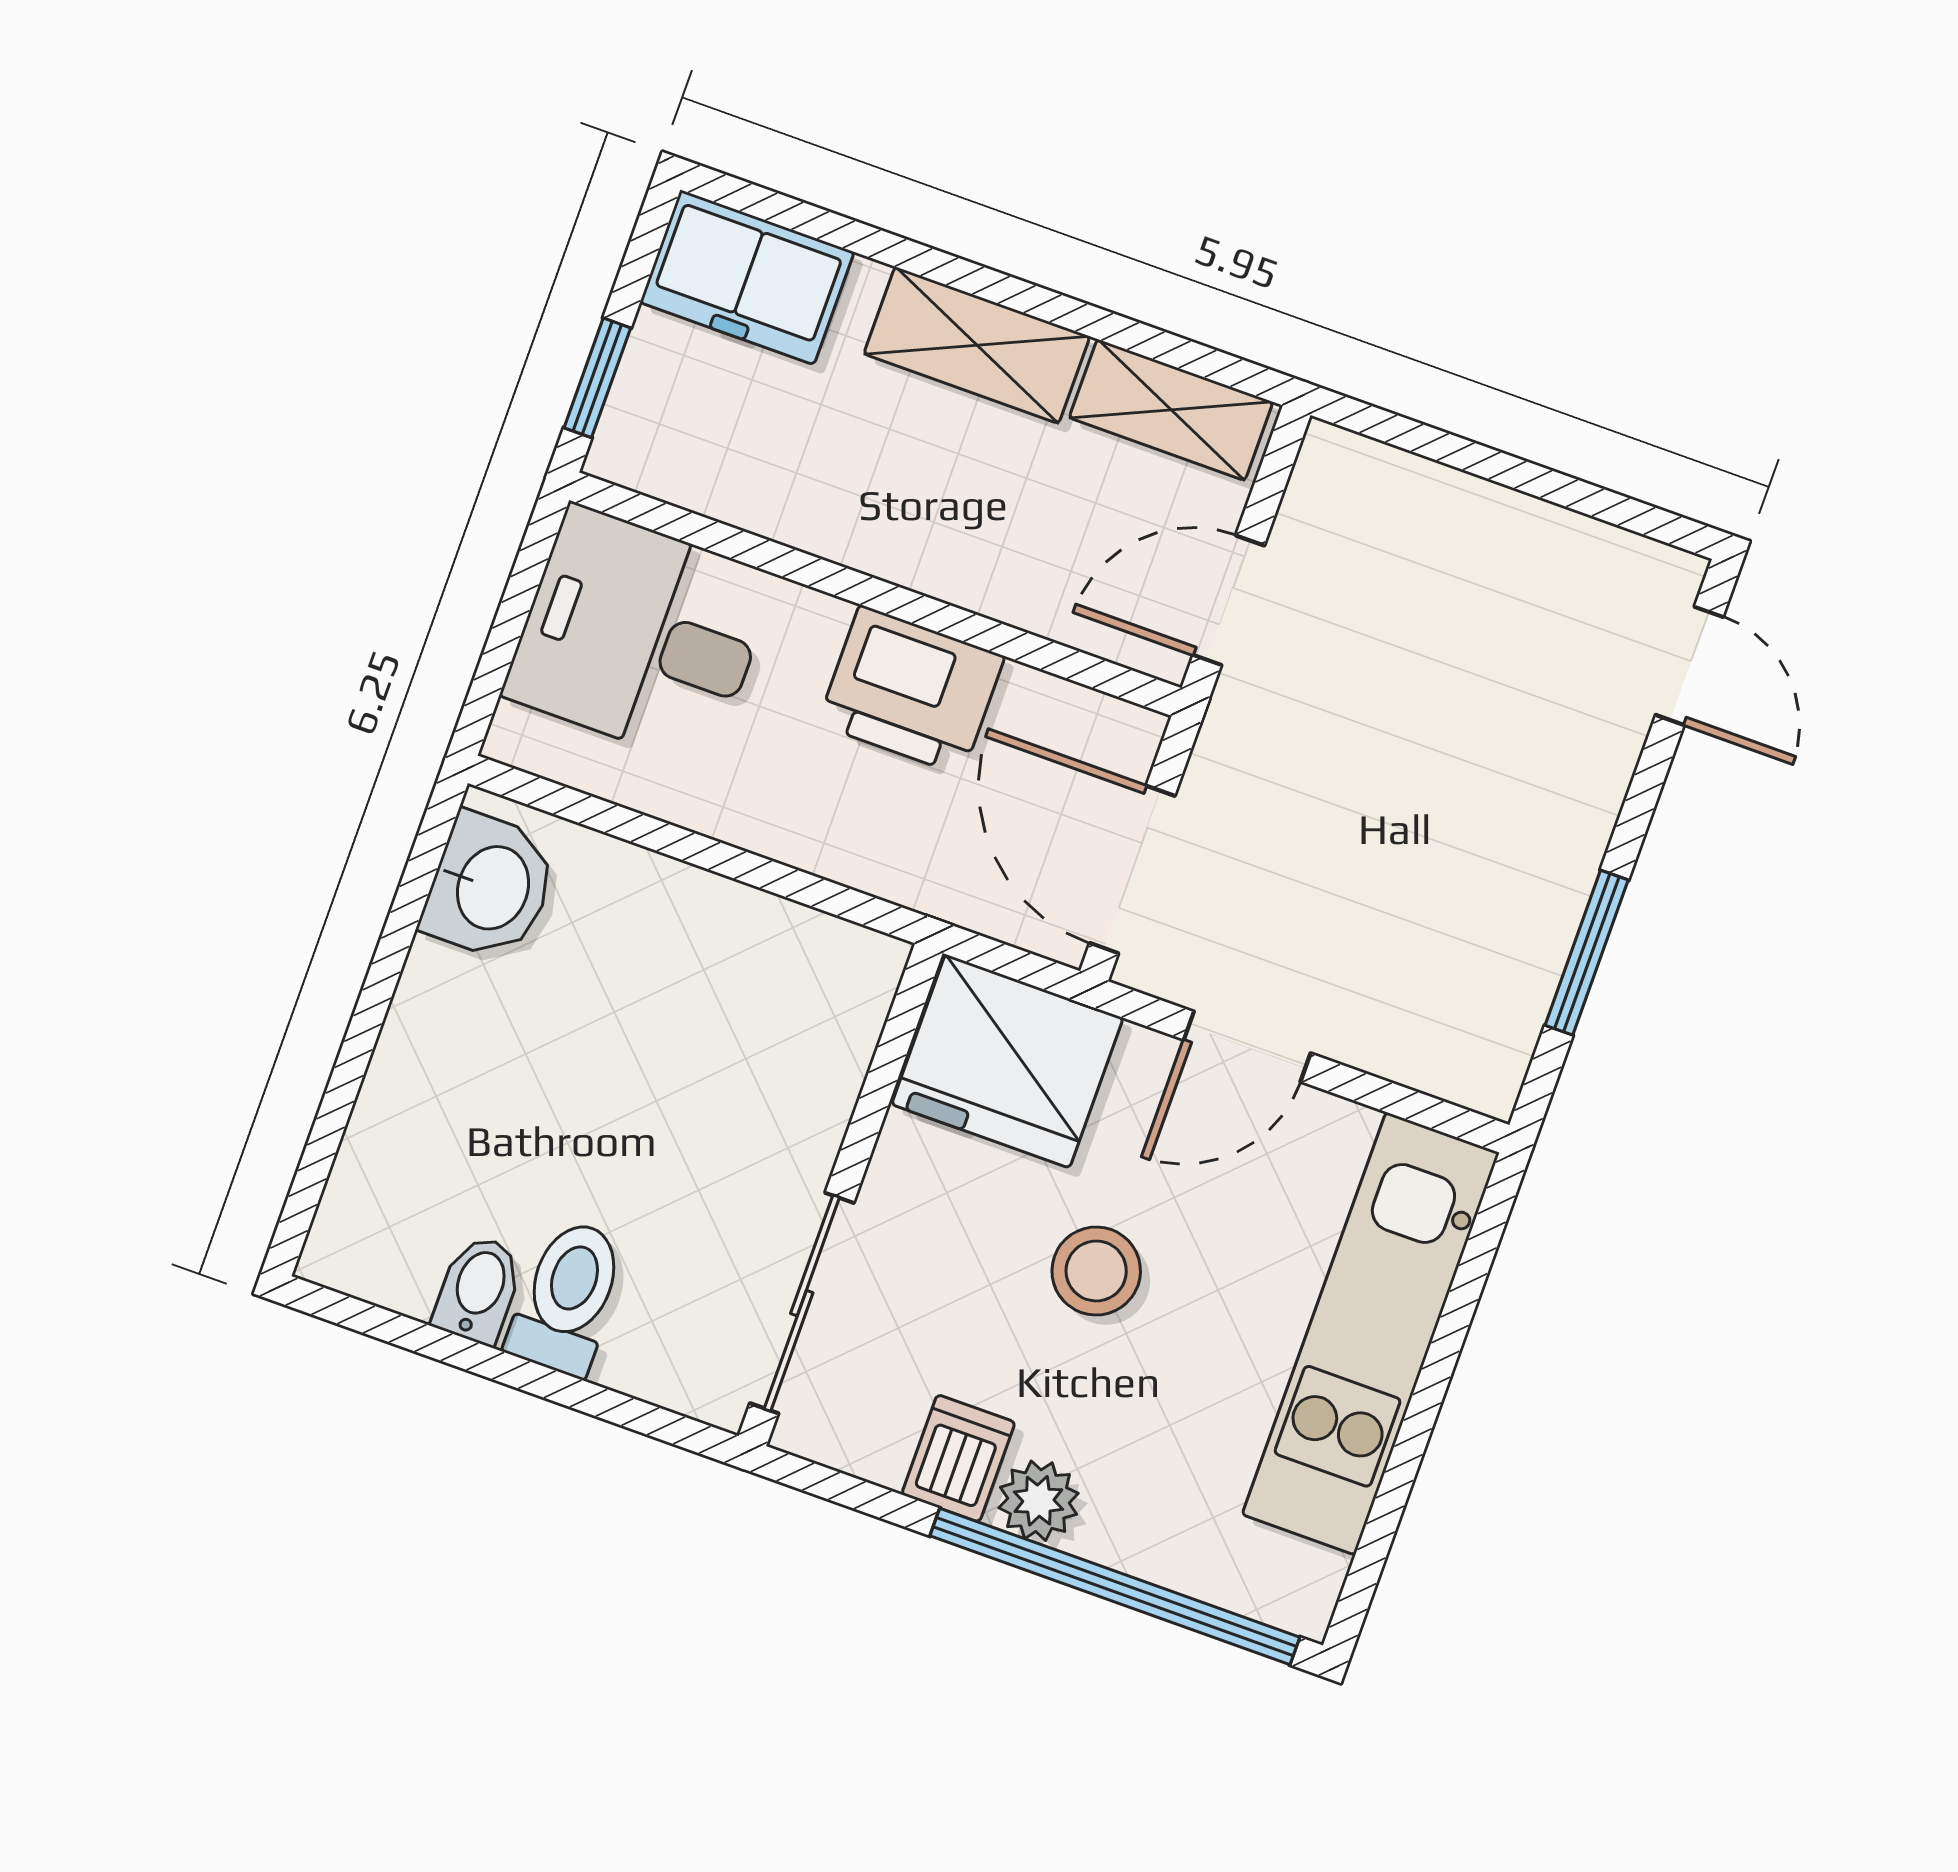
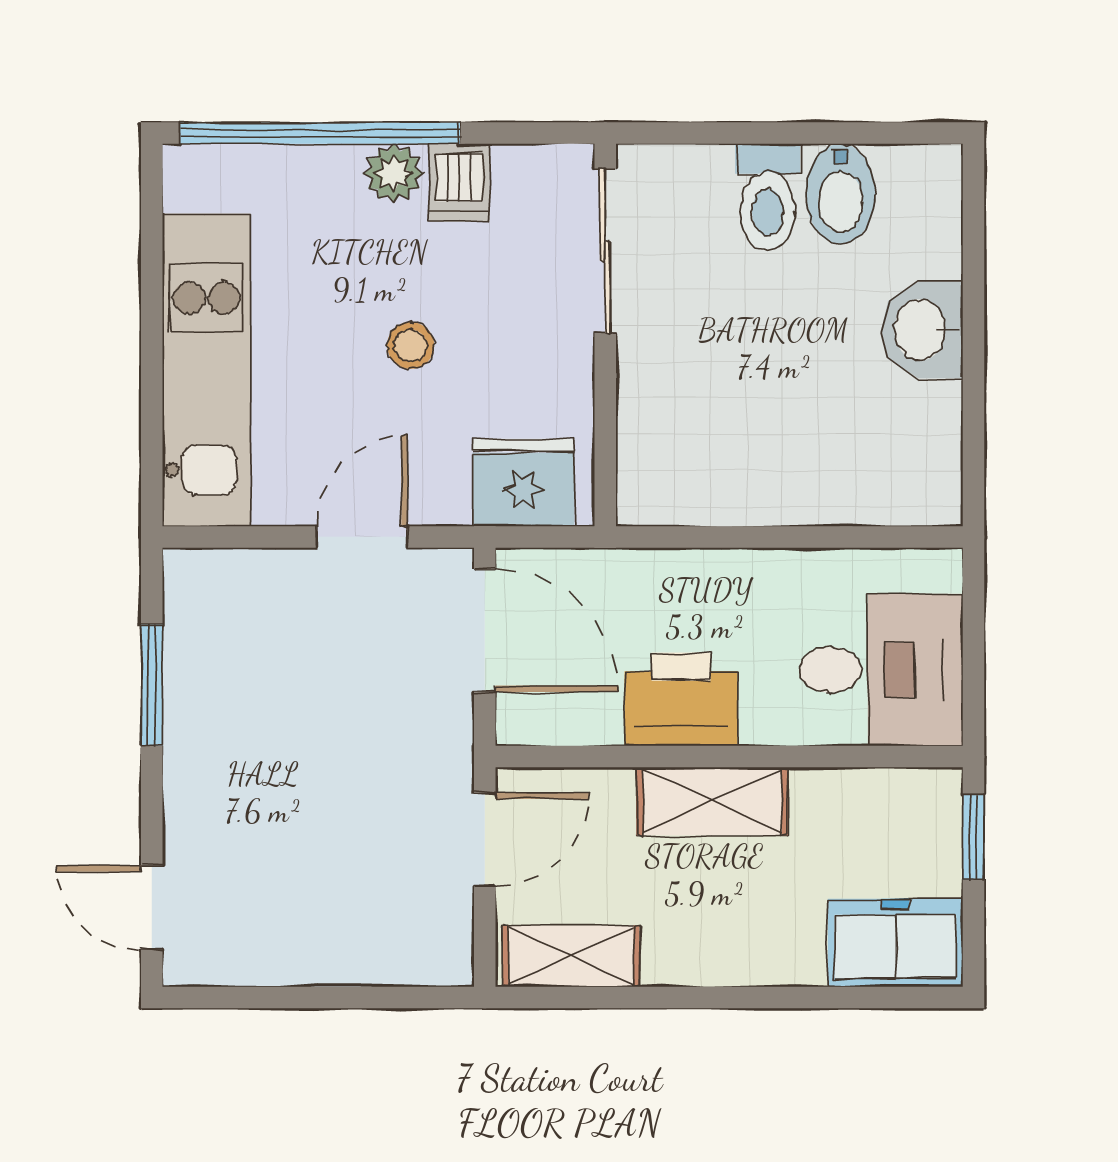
shelving: (977, 345) -> (712, 801), moved
washbasin: (490, 887) -> (922, 330), moved
fridge: (1007, 1061) -> (523, 483), width x0.73, depth x0.75
stool: (1096, 1271) -> (411, 345), width x0.73, depth x0.73
bidet: (478, 1289) -> (841, 194), width x1.38, depth x1.36

